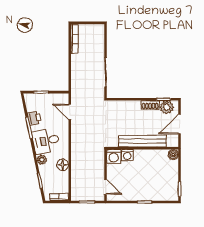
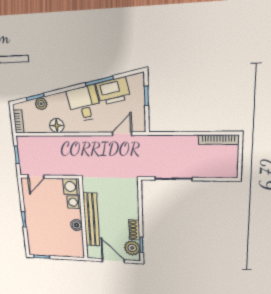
printer: (34, 118) -> (113, 91), width x1.87, depth x1.48
boiler: (173, 154) -> (77, 225), moved
plant: (42, 160) -> (41, 104), moved

